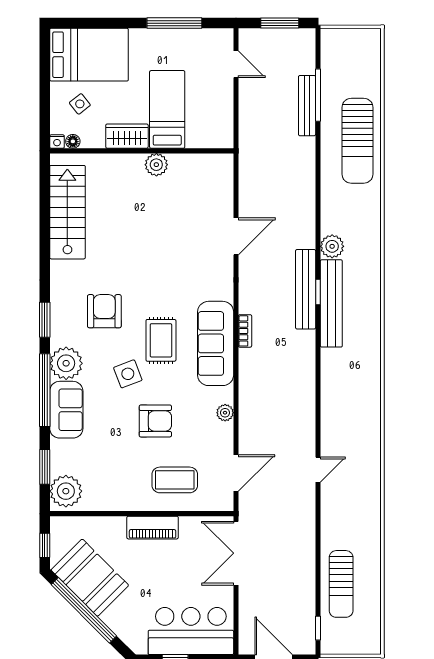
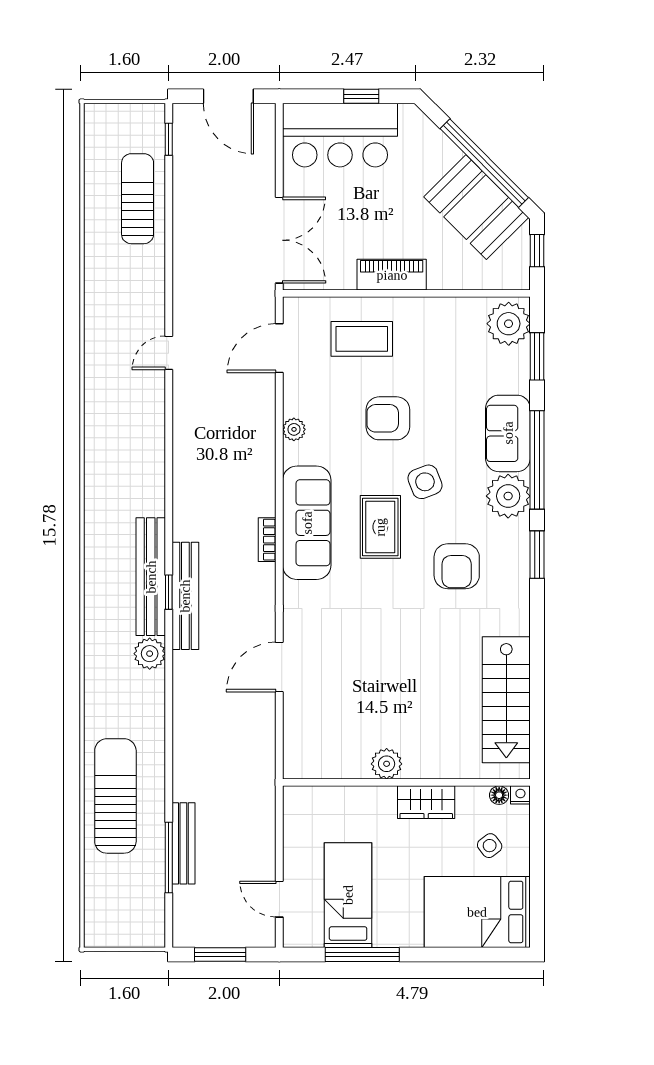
bed: (167, 109) -> (348, 895), moved, turned 180

